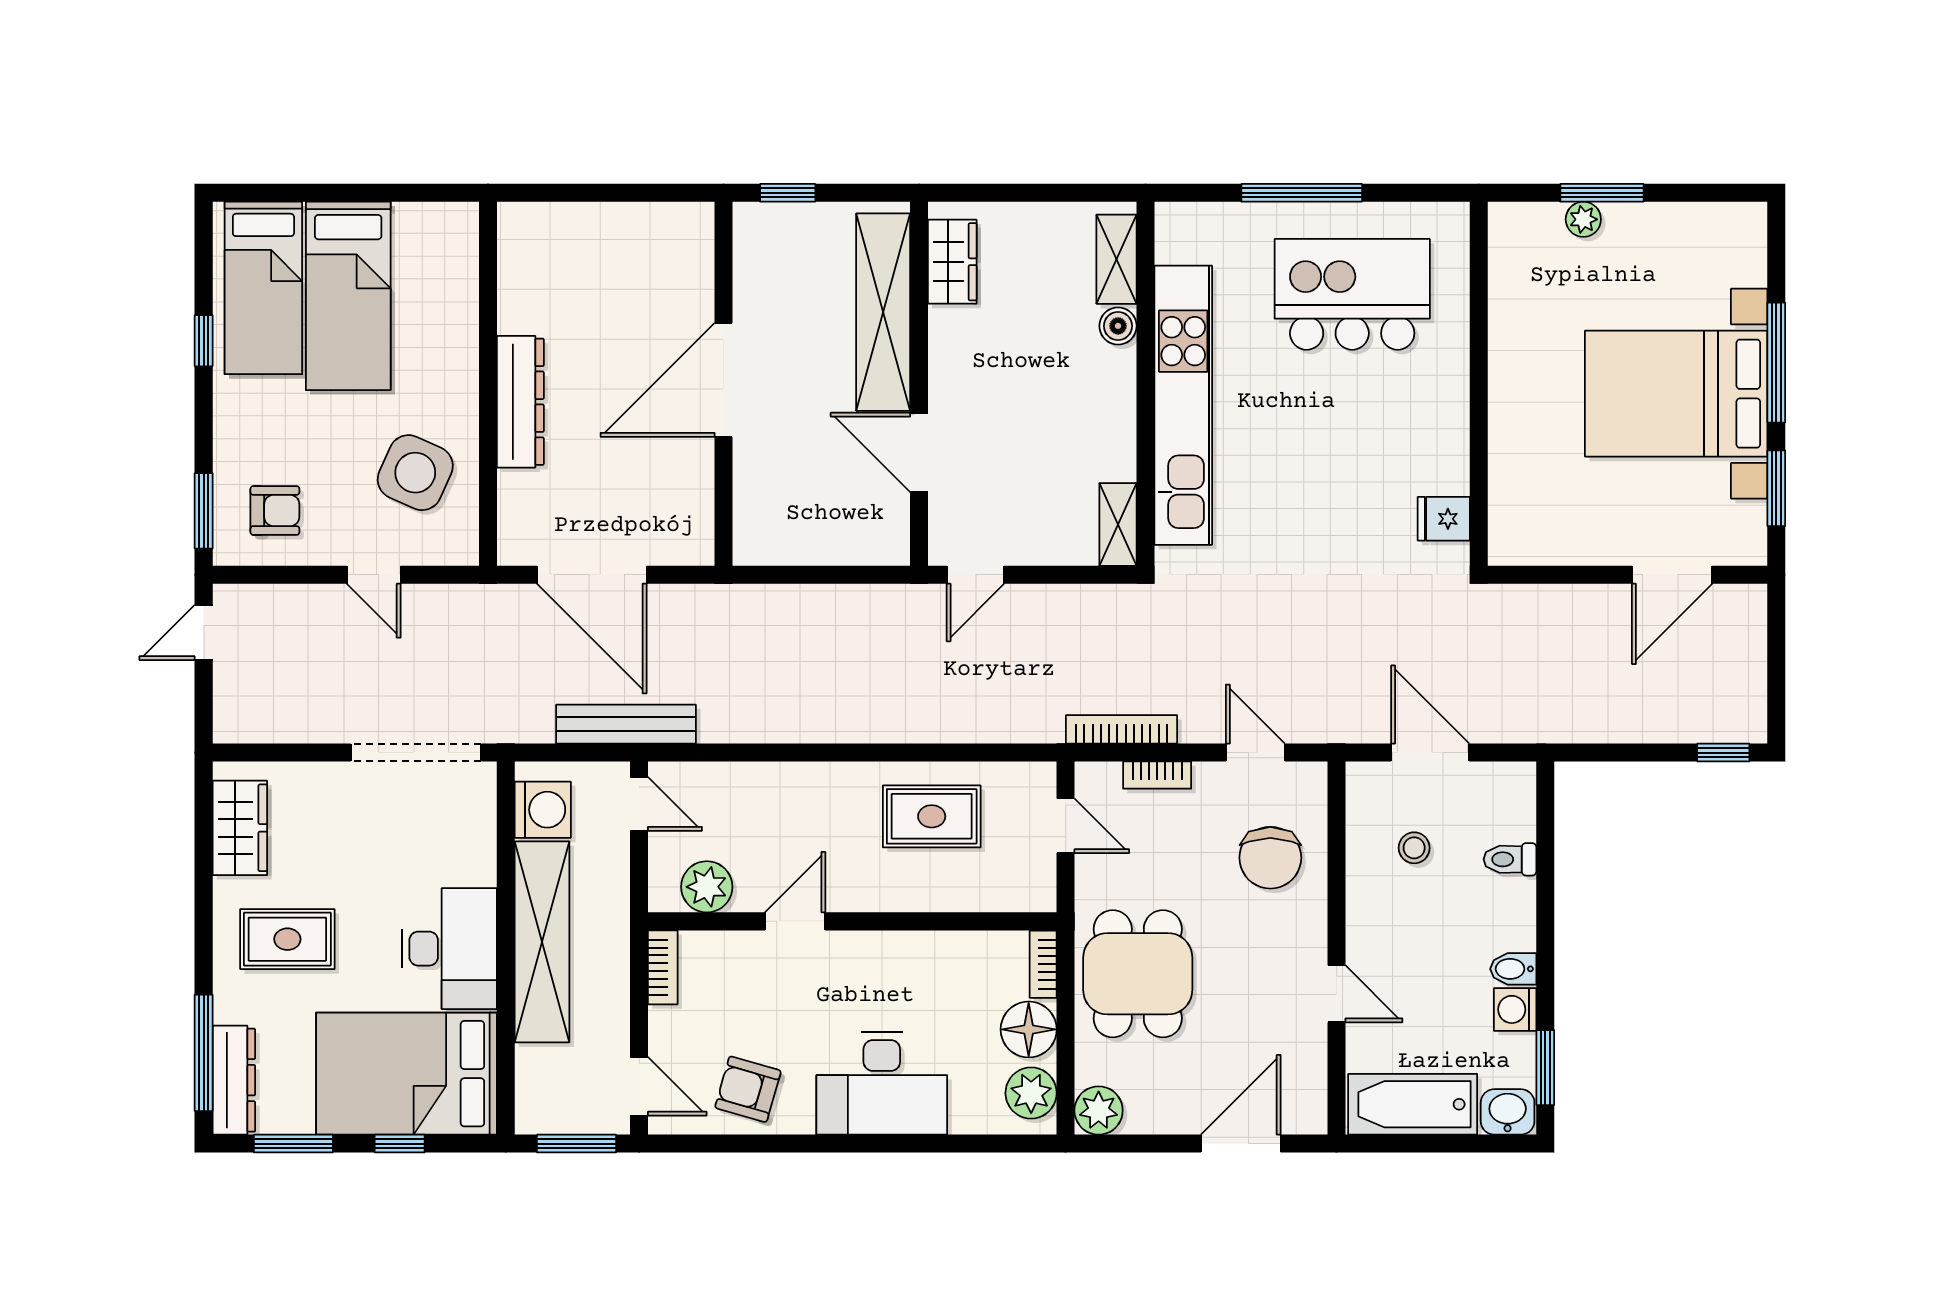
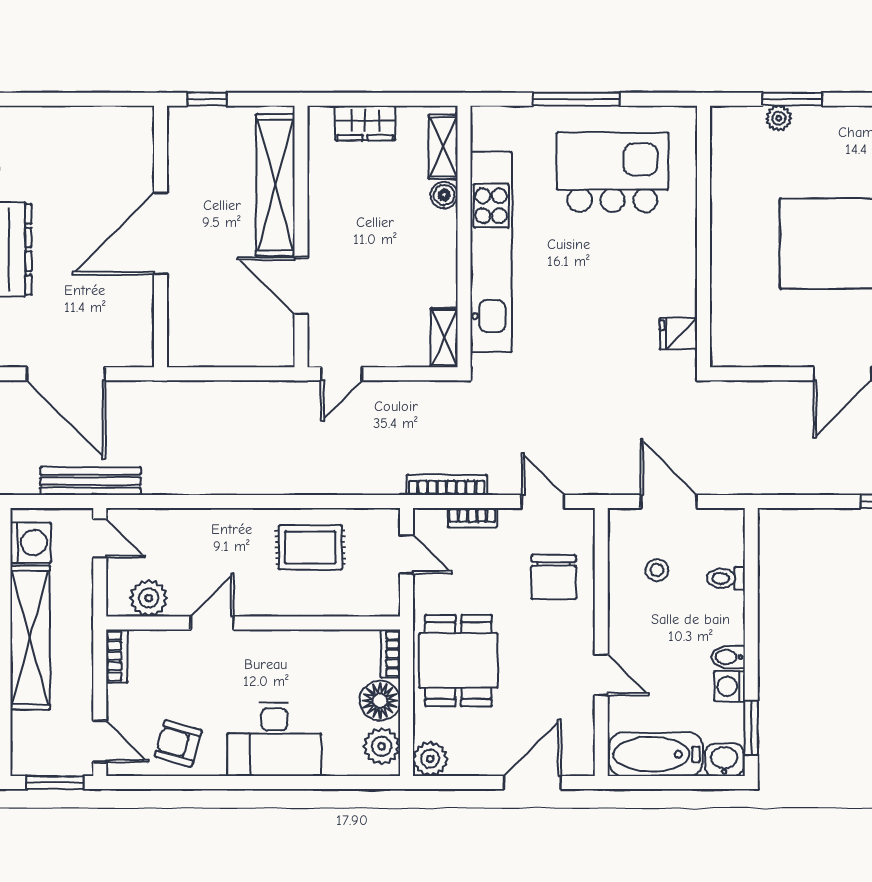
wardrobe: (952, 262) -> (365, 123), moved, turned 90

